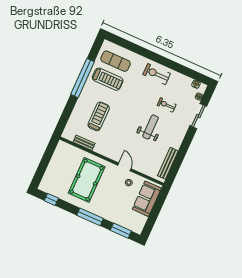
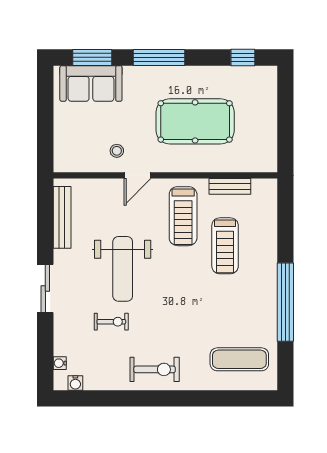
treadmill: (108, 79) -> (183, 216), moved, turned -90
sliding door: (198, 116) -> (45, 288), moved
weight bench: (151, 127) -> (123, 269), width x1.36, depth x1.33
door: (124, 167) -> (138, 175), hinge flipped
pool table: (87, 180) -> (195, 121), turned 90
sofa: (147, 199) -> (91, 83), moved, turned 90

